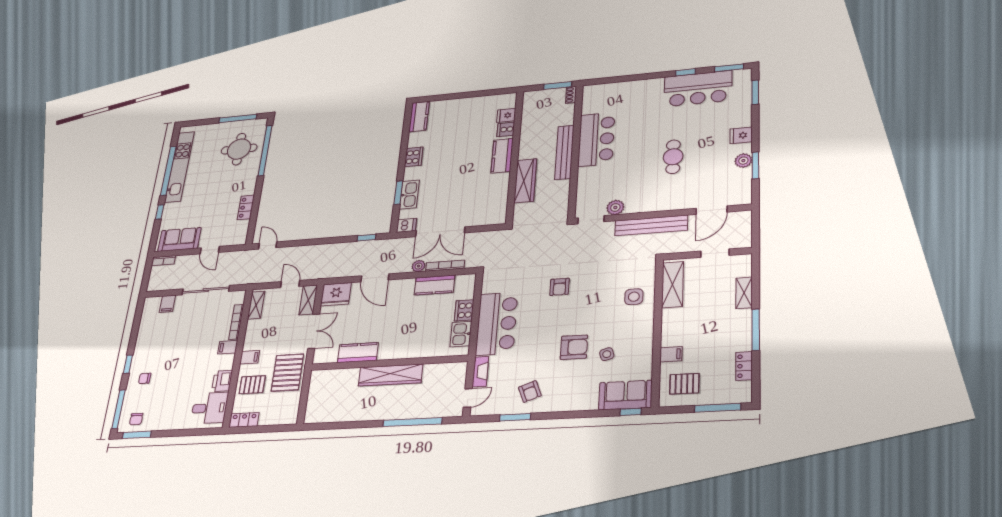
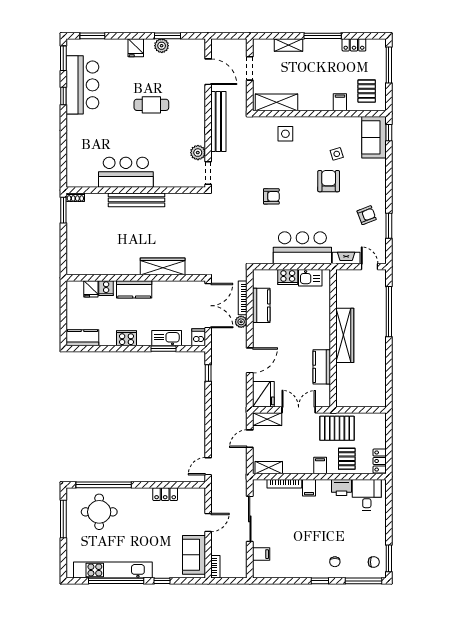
fridge: (506, 115) -> (91, 289), moved
cooker: (506, 129) -> (106, 288), moved
kitchen counter: (502, 156) -> (134, 289), moved
wall: (515, 156) -> (136, 278), moved
wardrobe: (525, 181) -> (163, 266), moved

